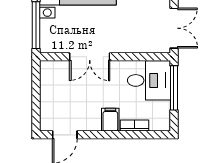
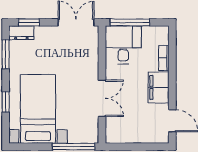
filing cabinet: (110, 120) -> (159, 87), width x2.00

